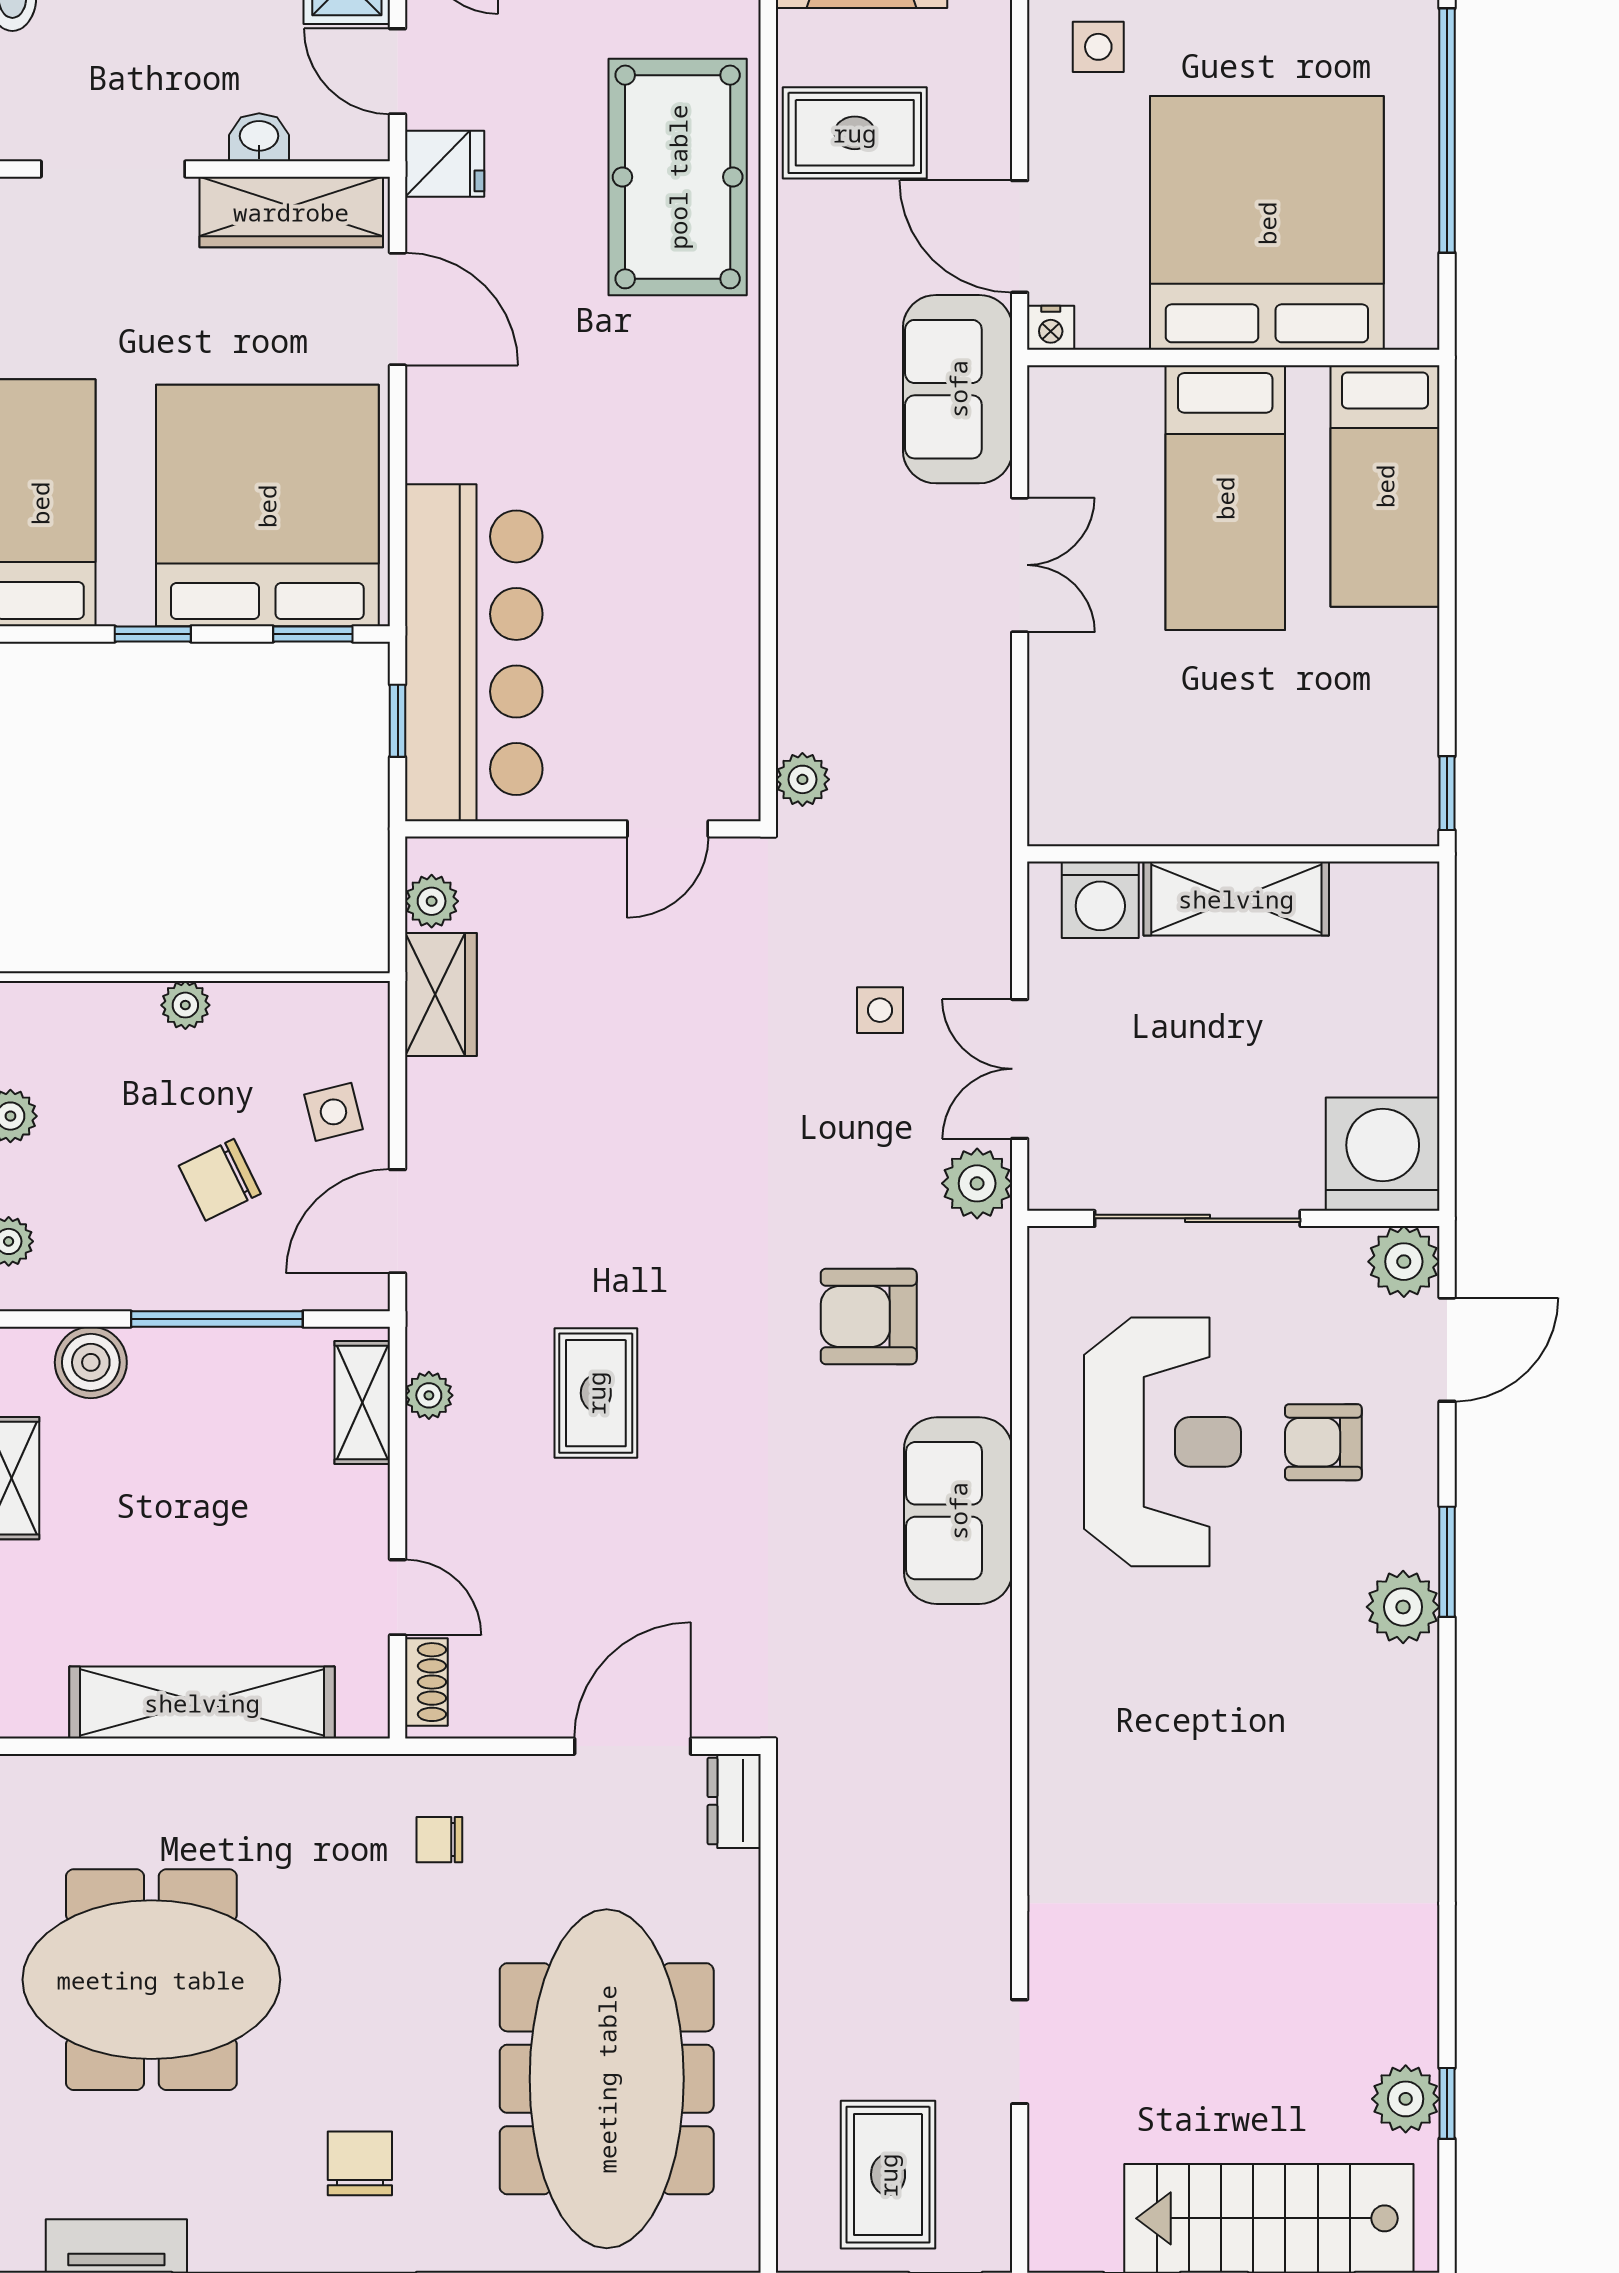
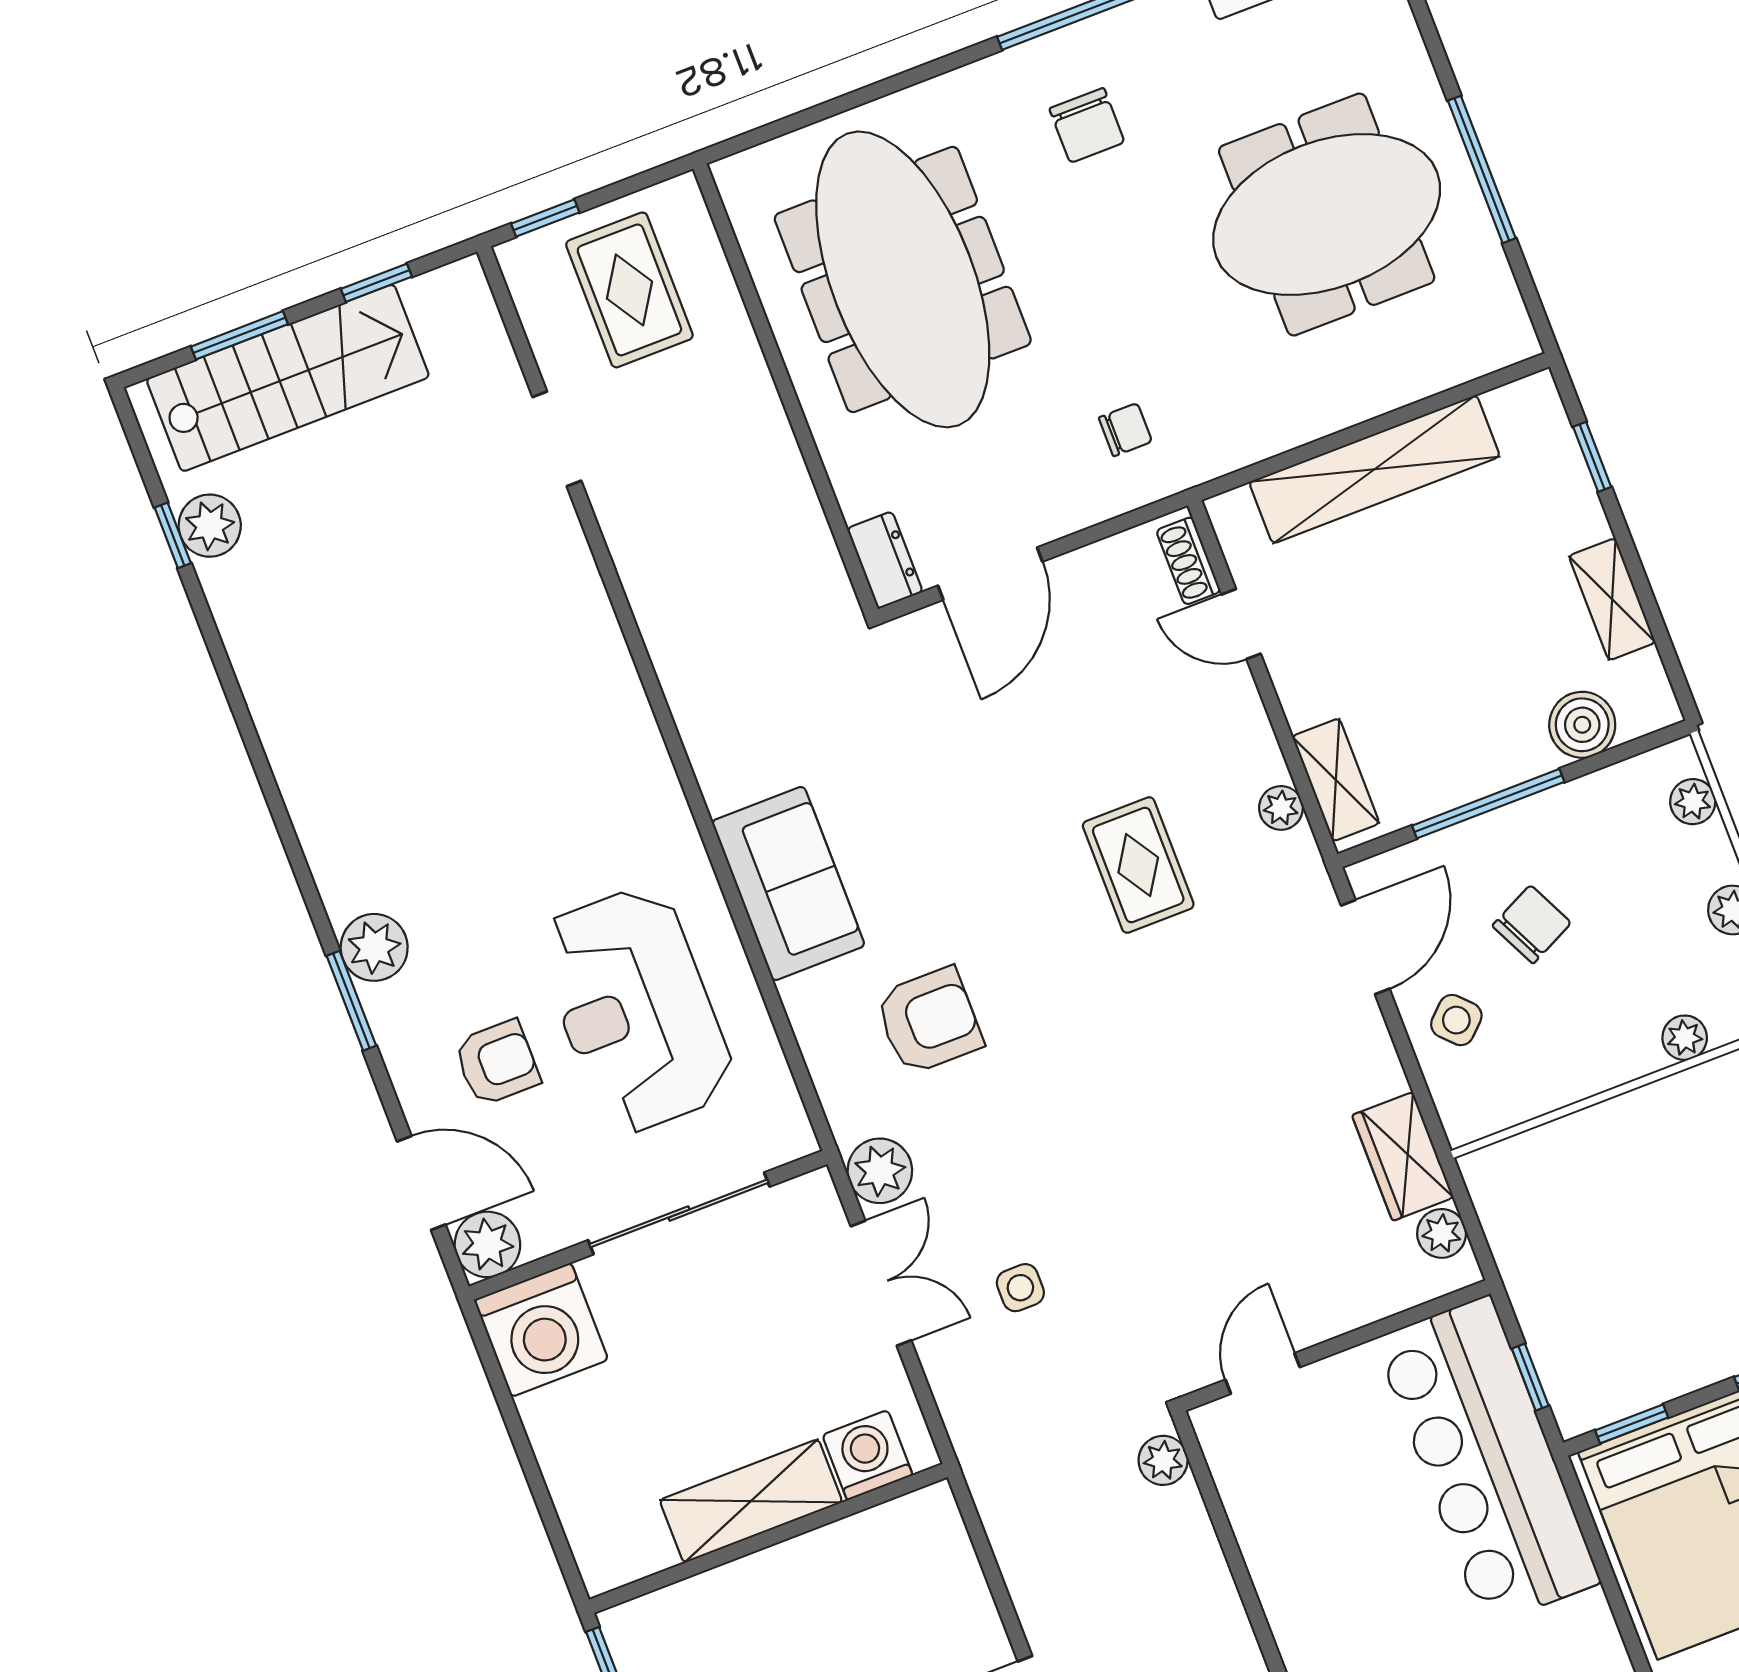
plant: (185, 1005) -> (1685, 1038), moved
side table: (333, 1112) -> (1456, 1020), turned -30
door: (1447, 1350) -> (421, 1183), swing flipped

